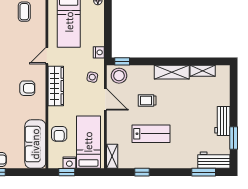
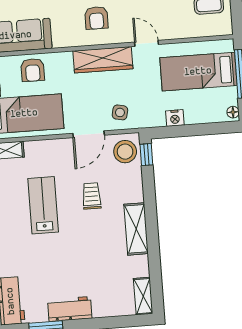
nightstand: (99, 52) -> (175, 118), moved
shelving: (203, 71) -> (143, 296), moved
armchair: (59, 134) -> (33, 70), turned -90
lab bench: (151, 134) -> (43, 205), turned 180

